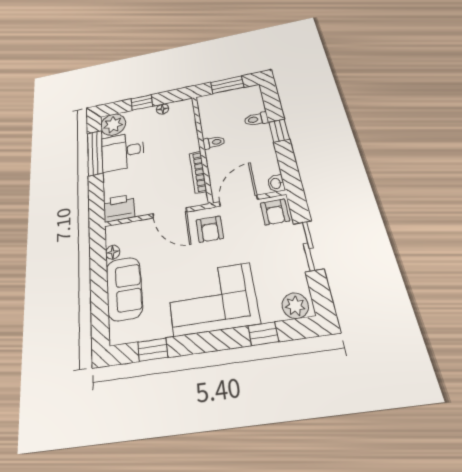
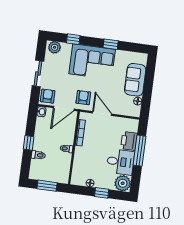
window: (95, 153) -> (140, 151), moved
printer: (119, 208) -> (129, 141), moved, turned 90
window: (153, 350) -> (111, 44), moved

